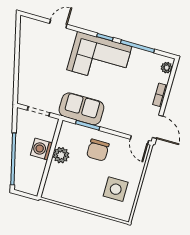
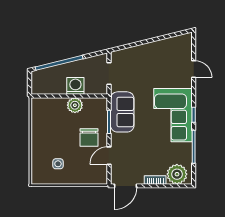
plant: (167, 68) -> (177, 174), width x1.88, depth x1.88
door: (139, 140) -> (109, 156), moved
chair: (98, 150) -> (89, 138), turned -90
side table: (116, 189) -> (58, 164), width x0.54, depth x0.54

